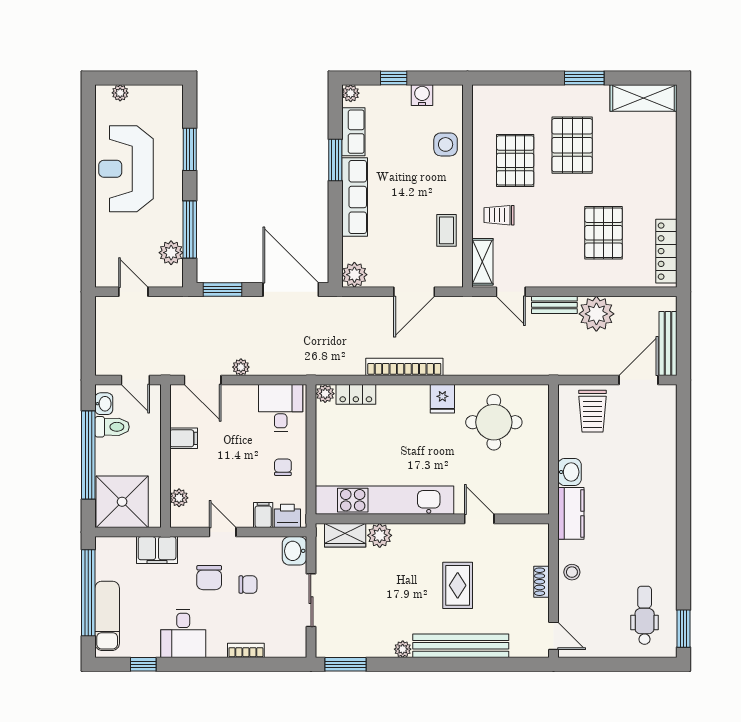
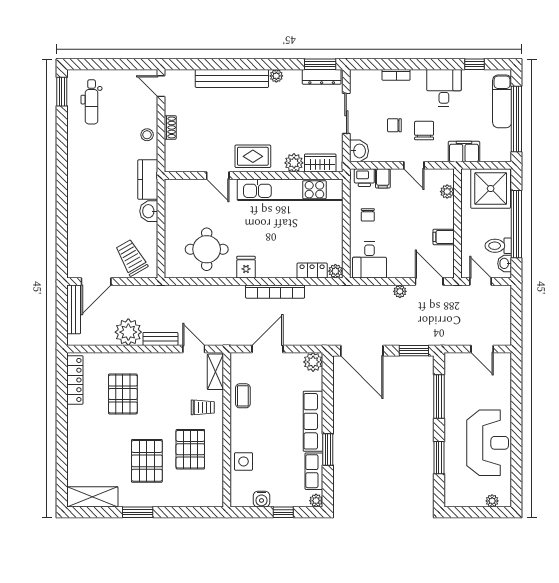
plant: (171, 253) -> (453, 379), removed
trolley: (592, 411) -> (131, 258), turned -30
rug: (458, 585) -> (253, 156), moved, turned 90
dresser: (343, 648) -> (322, 77), added

